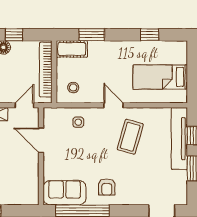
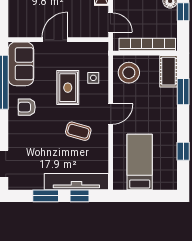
stool: (73, 88) -> (129, 73), width x1.89, depth x1.89
coffee table: (130, 137) -> (78, 131), width x0.73, depth x0.77
door: (41, 140) -> (55, 40), moved
rug: (88, 147) -> (68, 88), added

